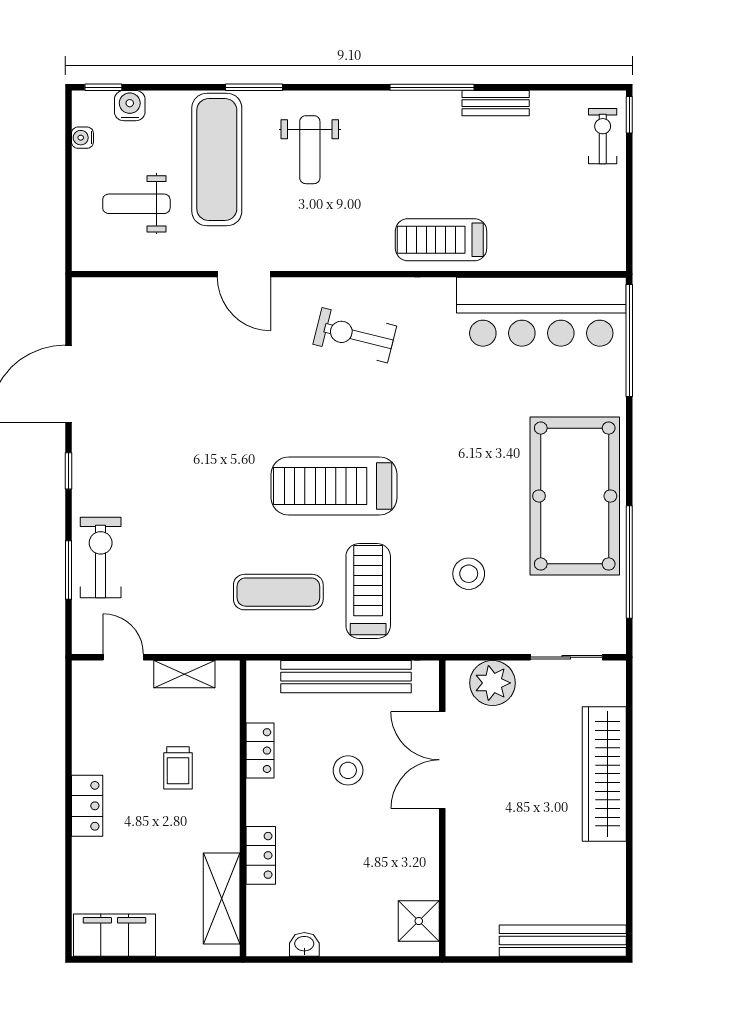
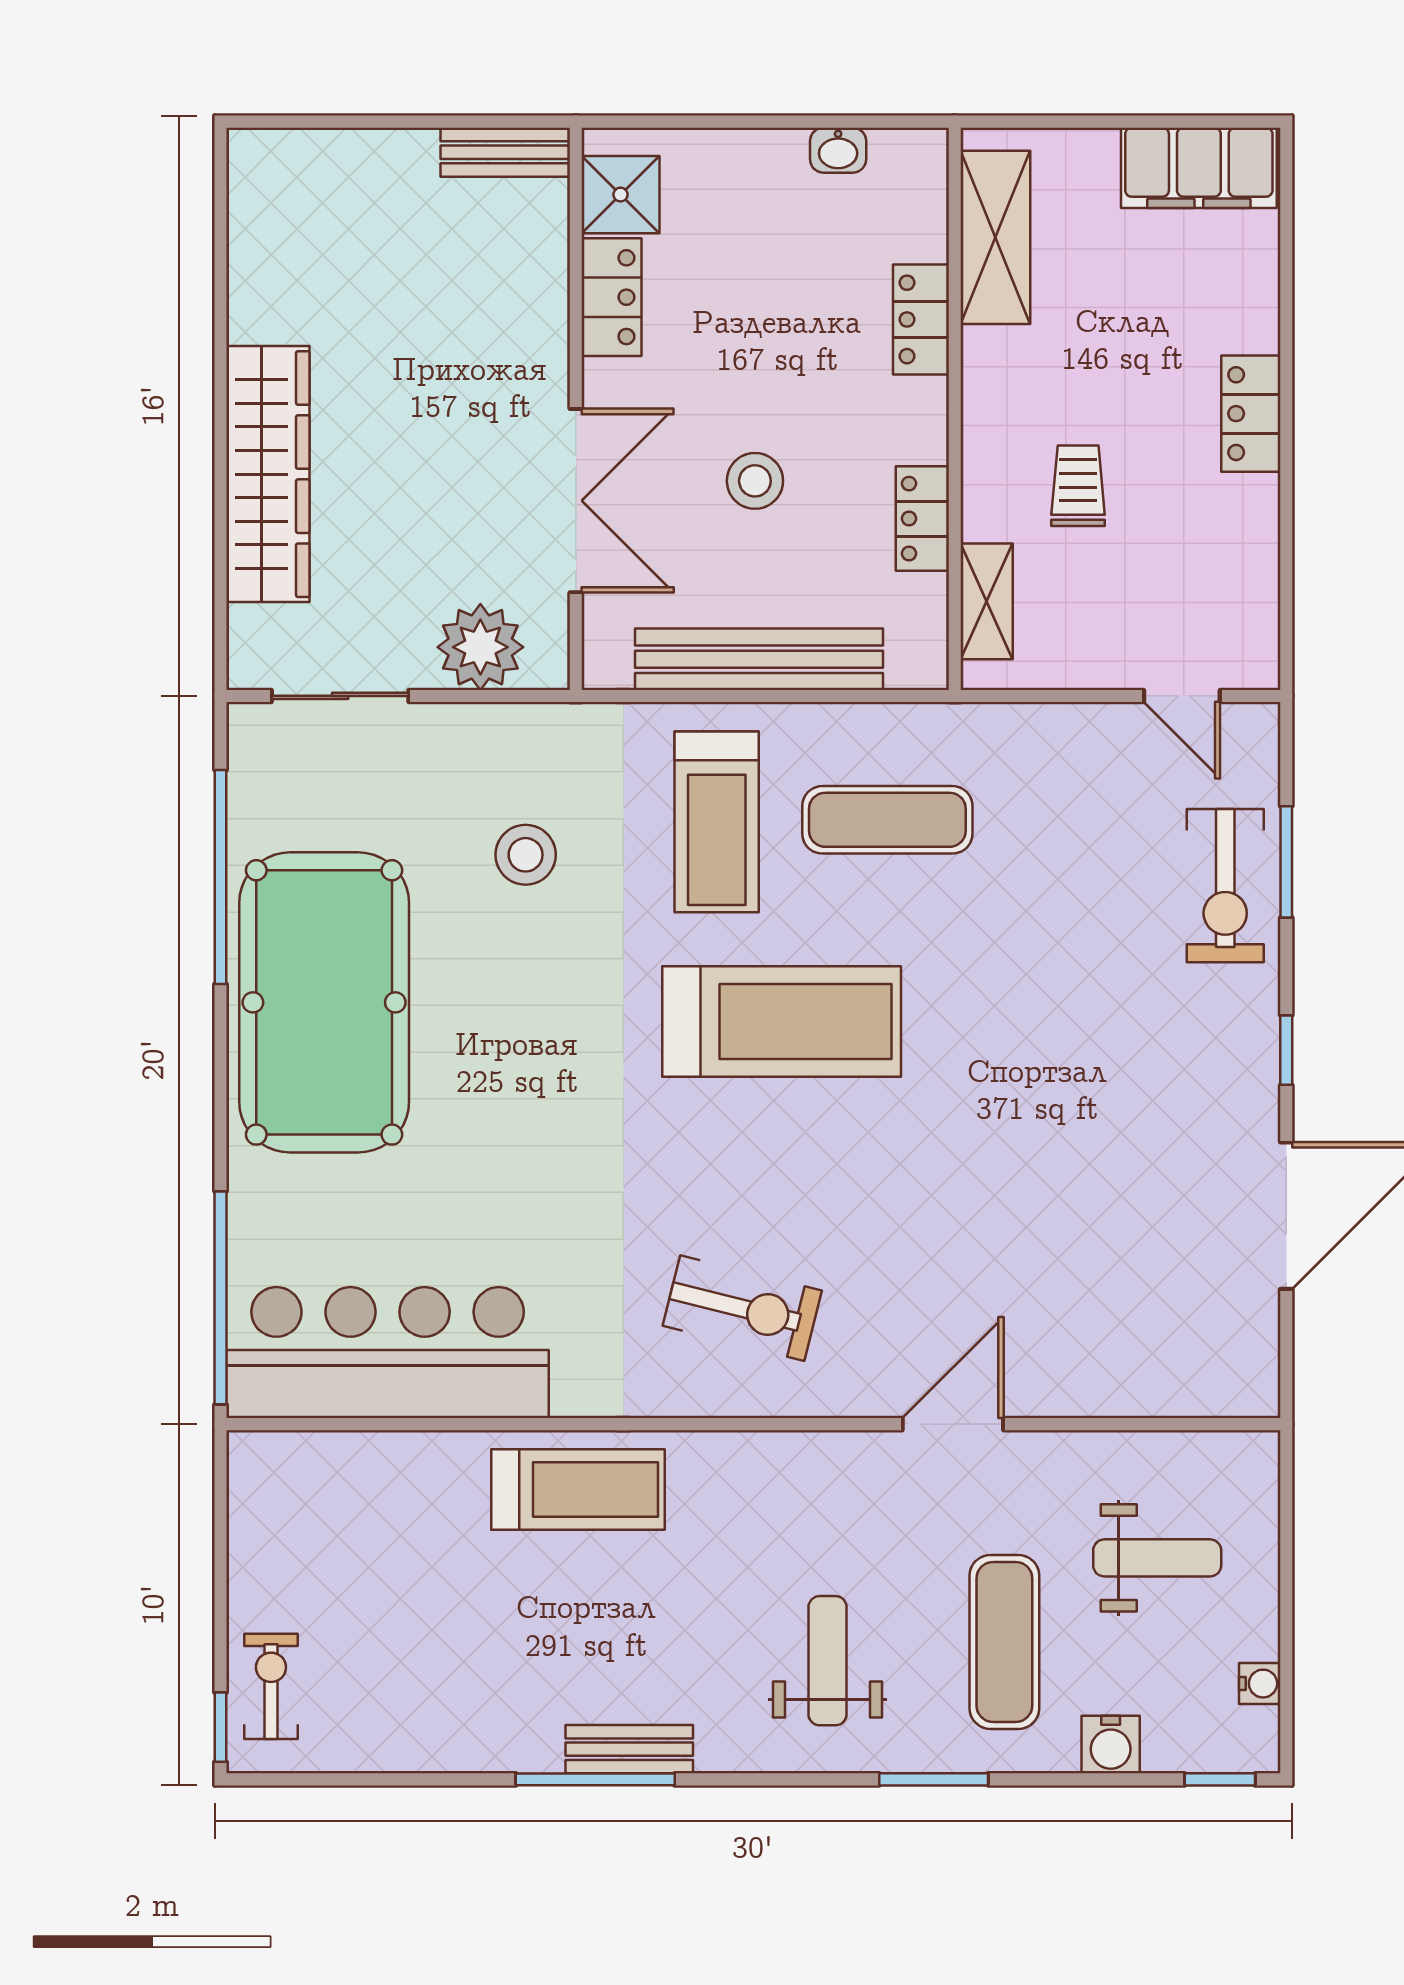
bench: (496, 103) -> (629, 1749), moved
water cooler: (130, 106) -> (1111, 1745), moved
exercise bike: (603, 136) -> (271, 1686), turned 180
exercise mat: (217, 160) -> (1004, 1642), width x0.73, depth x0.69
door: (244, 274) -> (953, 1424), hinge flipped
shelving: (184, 674) -> (987, 601), moved, turned 90
locker: (423, 867) -> (612, 297), added
bench: (563, 941) -> (505, 152), moved, width x0.54, depth x0.82

